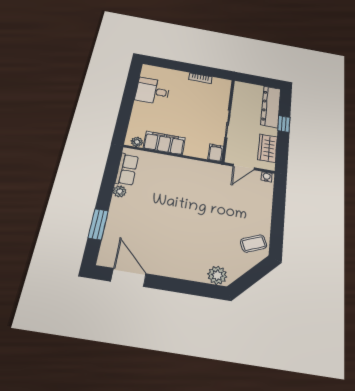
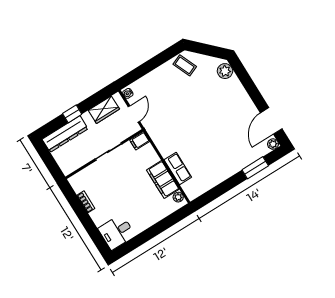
desk: (153, 91) -> (117, 232), moved, turned 90
door: (244, 167) -> (134, 114), hinge flipped
row of seats: (127, 169) -> (178, 169), moved, turned 90
plant: (120, 191) -> (273, 144), moved

